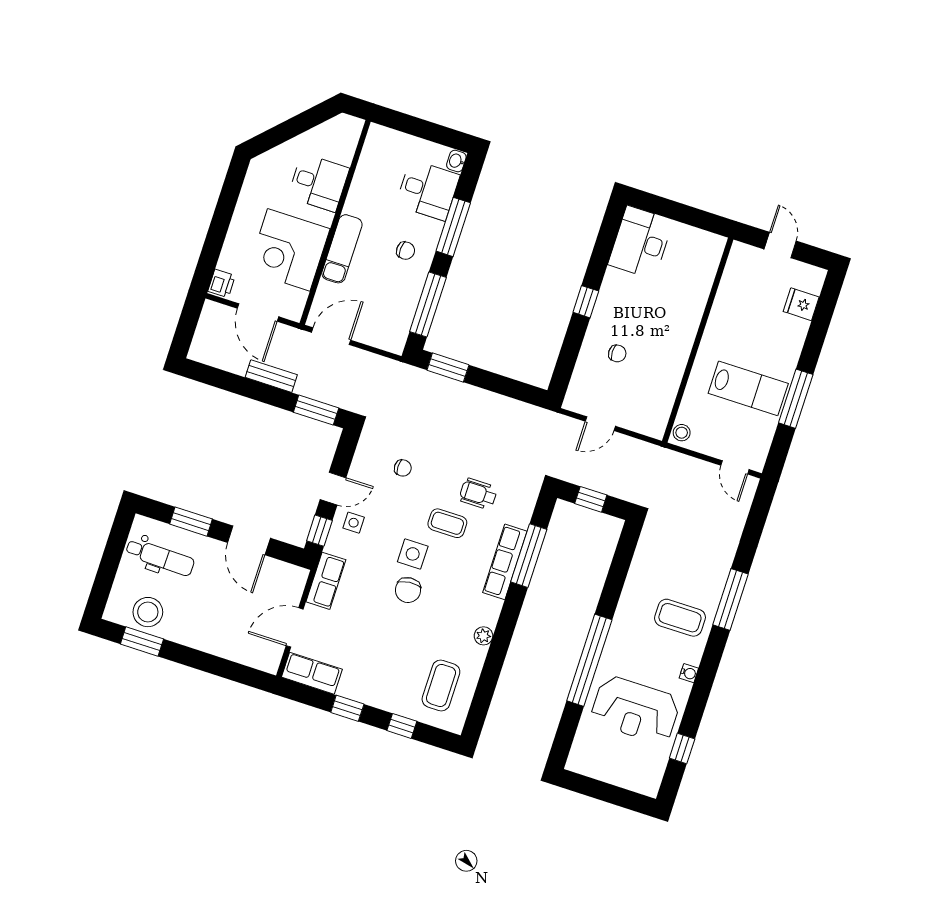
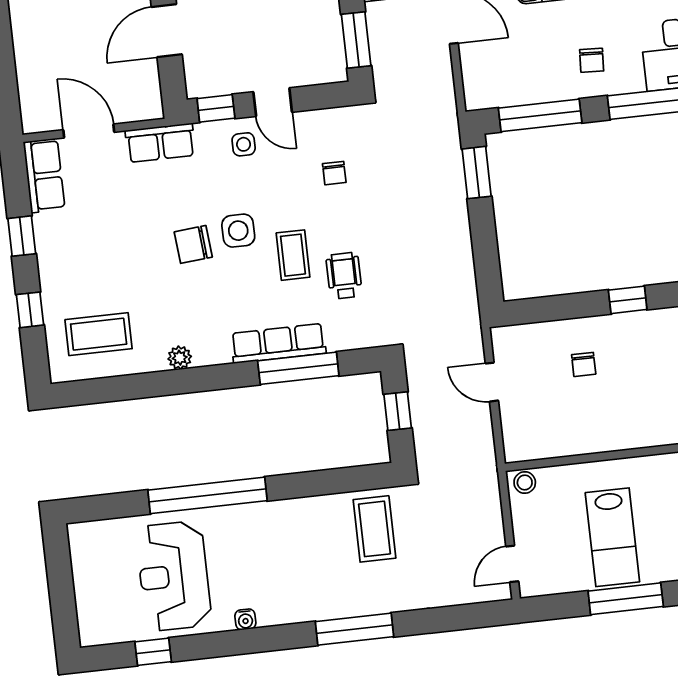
coffee table: (680, 618) -> (374, 529), moved

